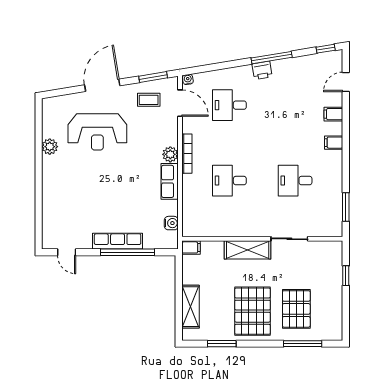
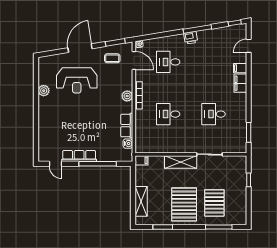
filing cabinet: (334, 143) -> (240, 83), width x2.00
row of seats: (170, 181) -> (127, 126), moved
row of seats: (118, 241) -> (79, 156), moved

